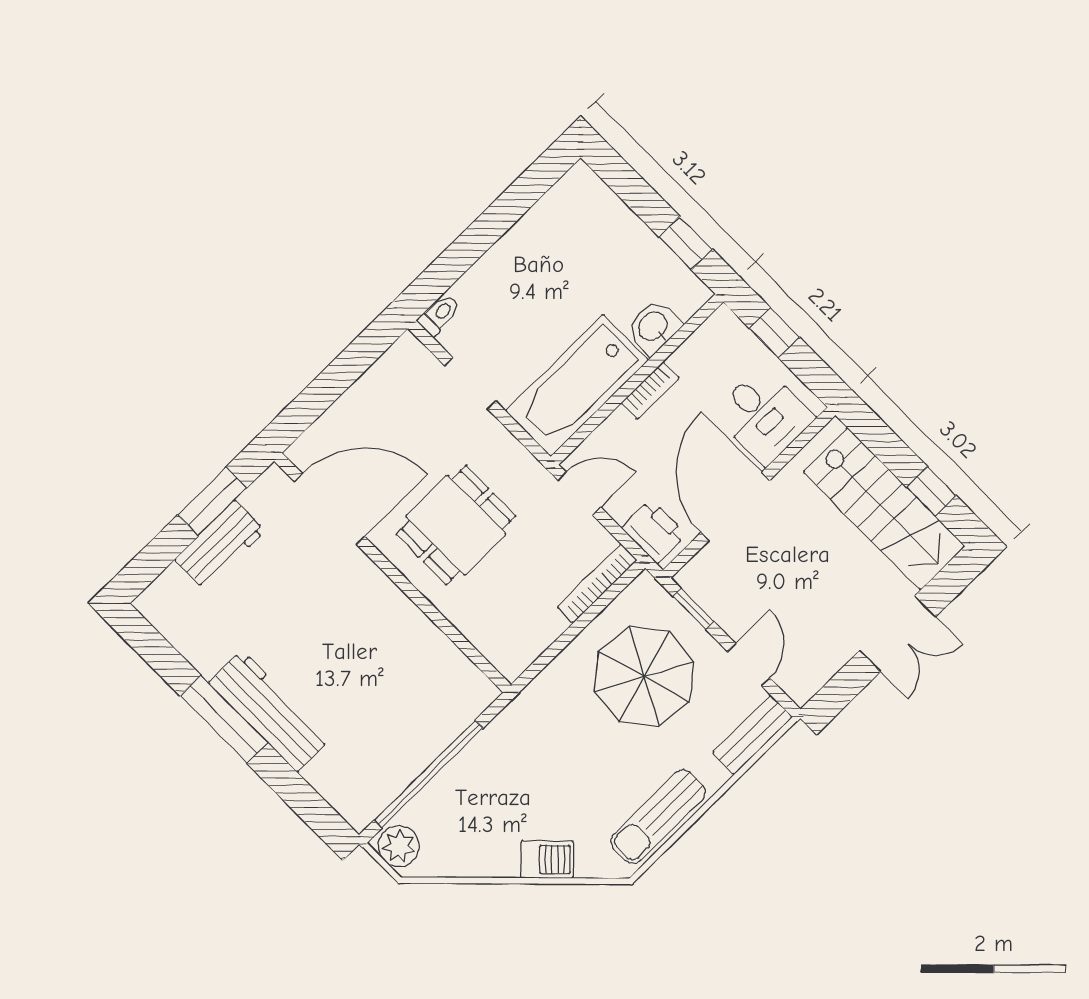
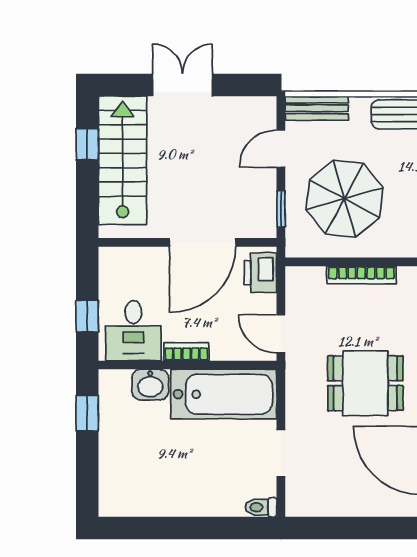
desk: (764, 416) -> (133, 331), moved, turned 180
bookcase: (597, 584) -> (361, 275), moved

